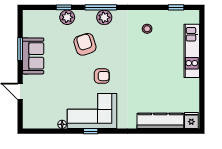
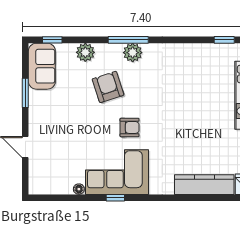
window: (64, 7) -> (52, 40), moved
stool: (147, 29) -> (187, 67), removed
sofa: (33, 56) -> (42, 66), moved

